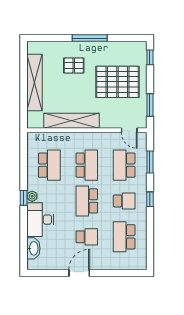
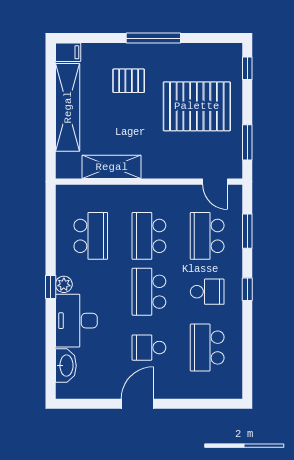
filing cabinet: (35, 47) -> (68, 52), added
shelving: (72, 121) -> (112, 167), width x0.68
school desk: (87, 165) -> (149, 236), turned 180
school desk: (87, 237) -> (149, 348), turned 180

